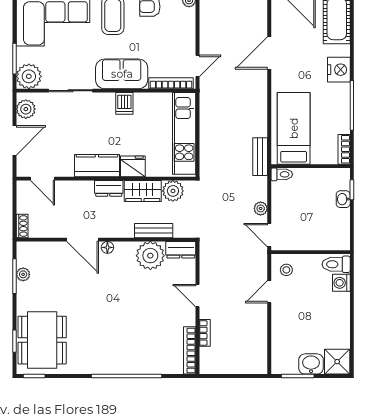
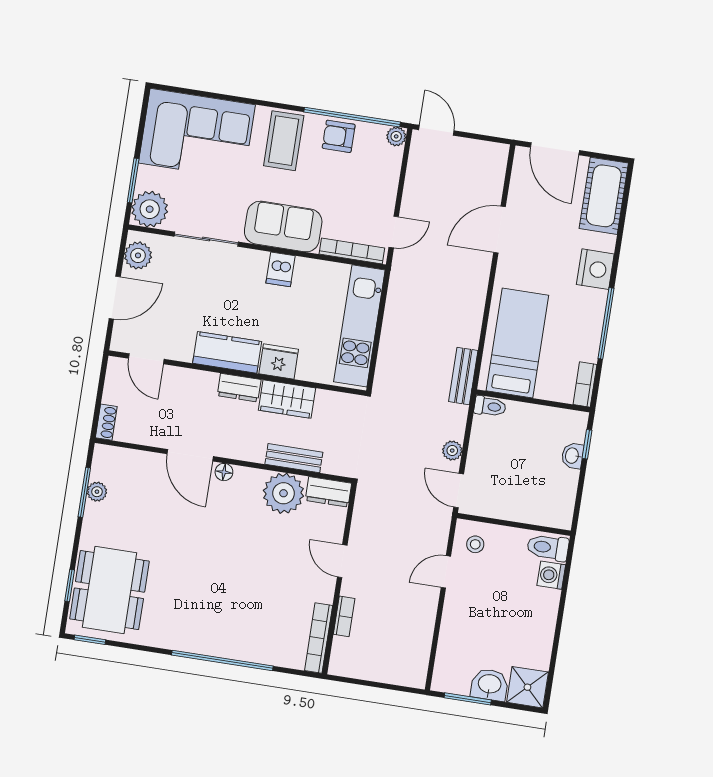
plant: (173, 191) -> (330, 406), removed

